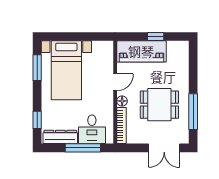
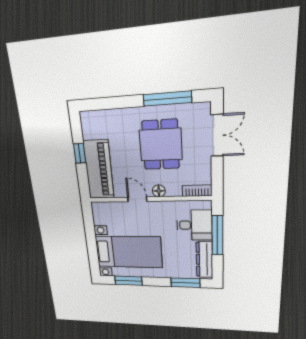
window: (37, 120) -> (185, 283), width x1.50
bookcase: (121, 125) -> (197, 191), width x0.64

